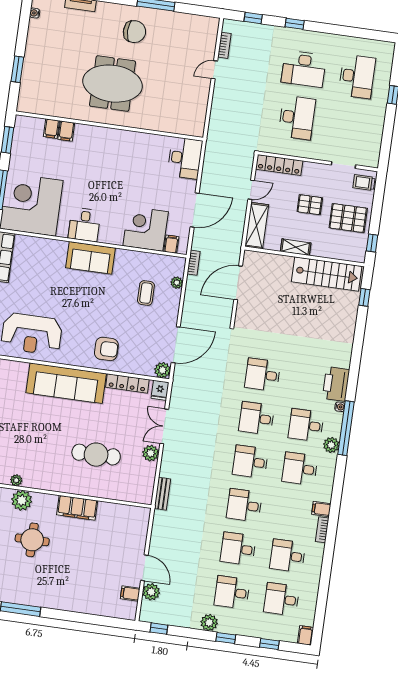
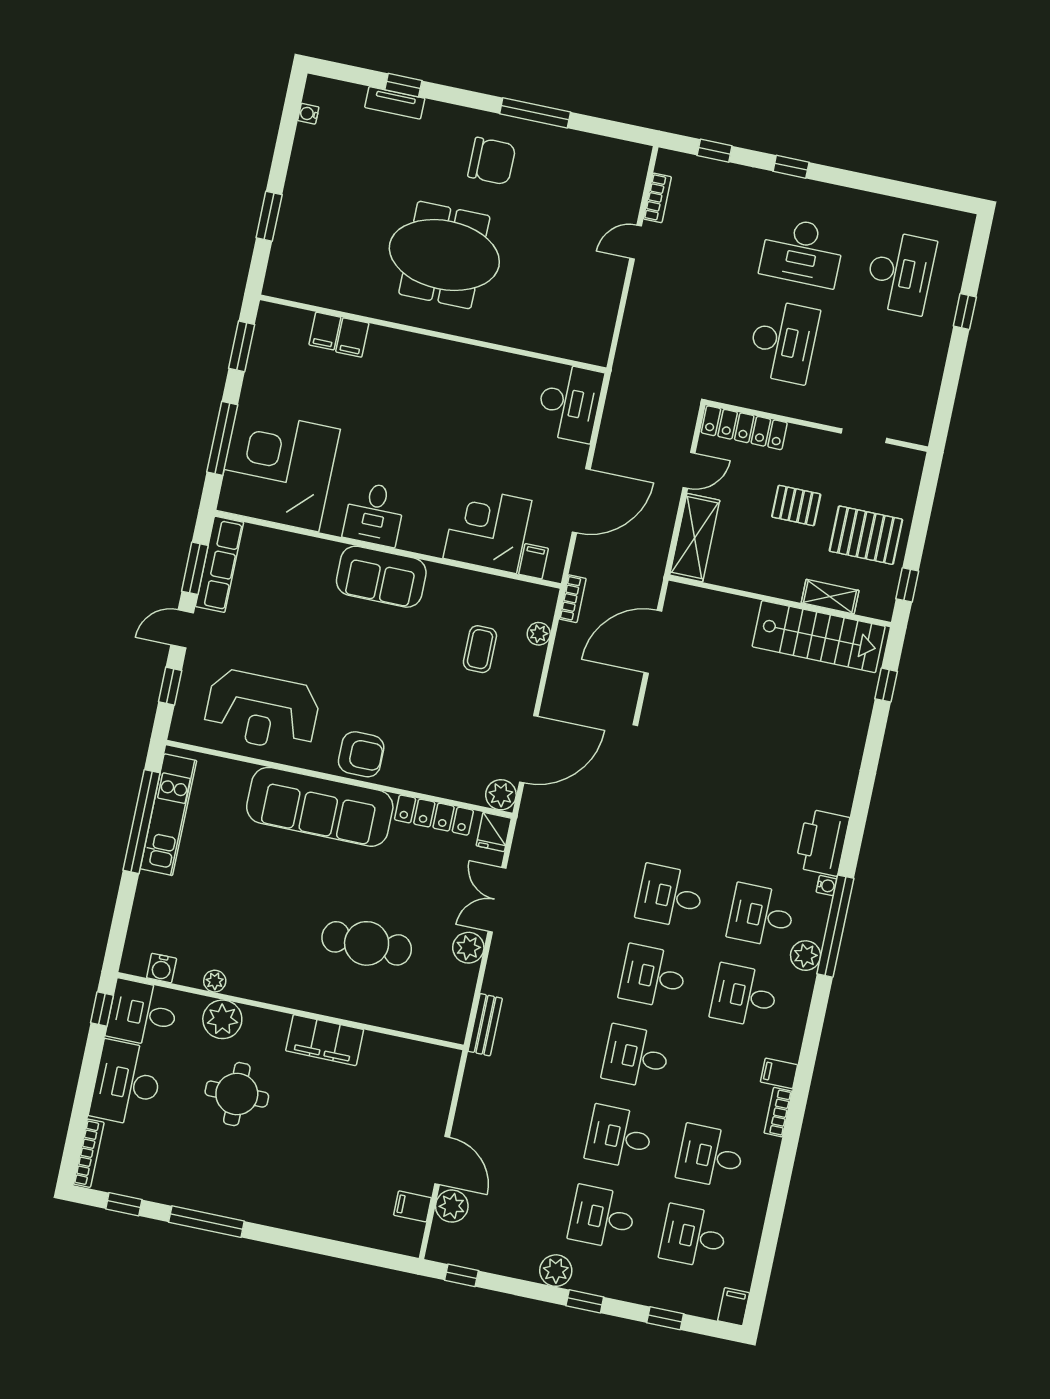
trolley: (364, 183) -> (900, 471), removed
shelving: (296, 247) -> (830, 597), moved
armchair: (106, 349) -> (361, 754), moved
desk: (263, 375) -> (687, 816), removed

